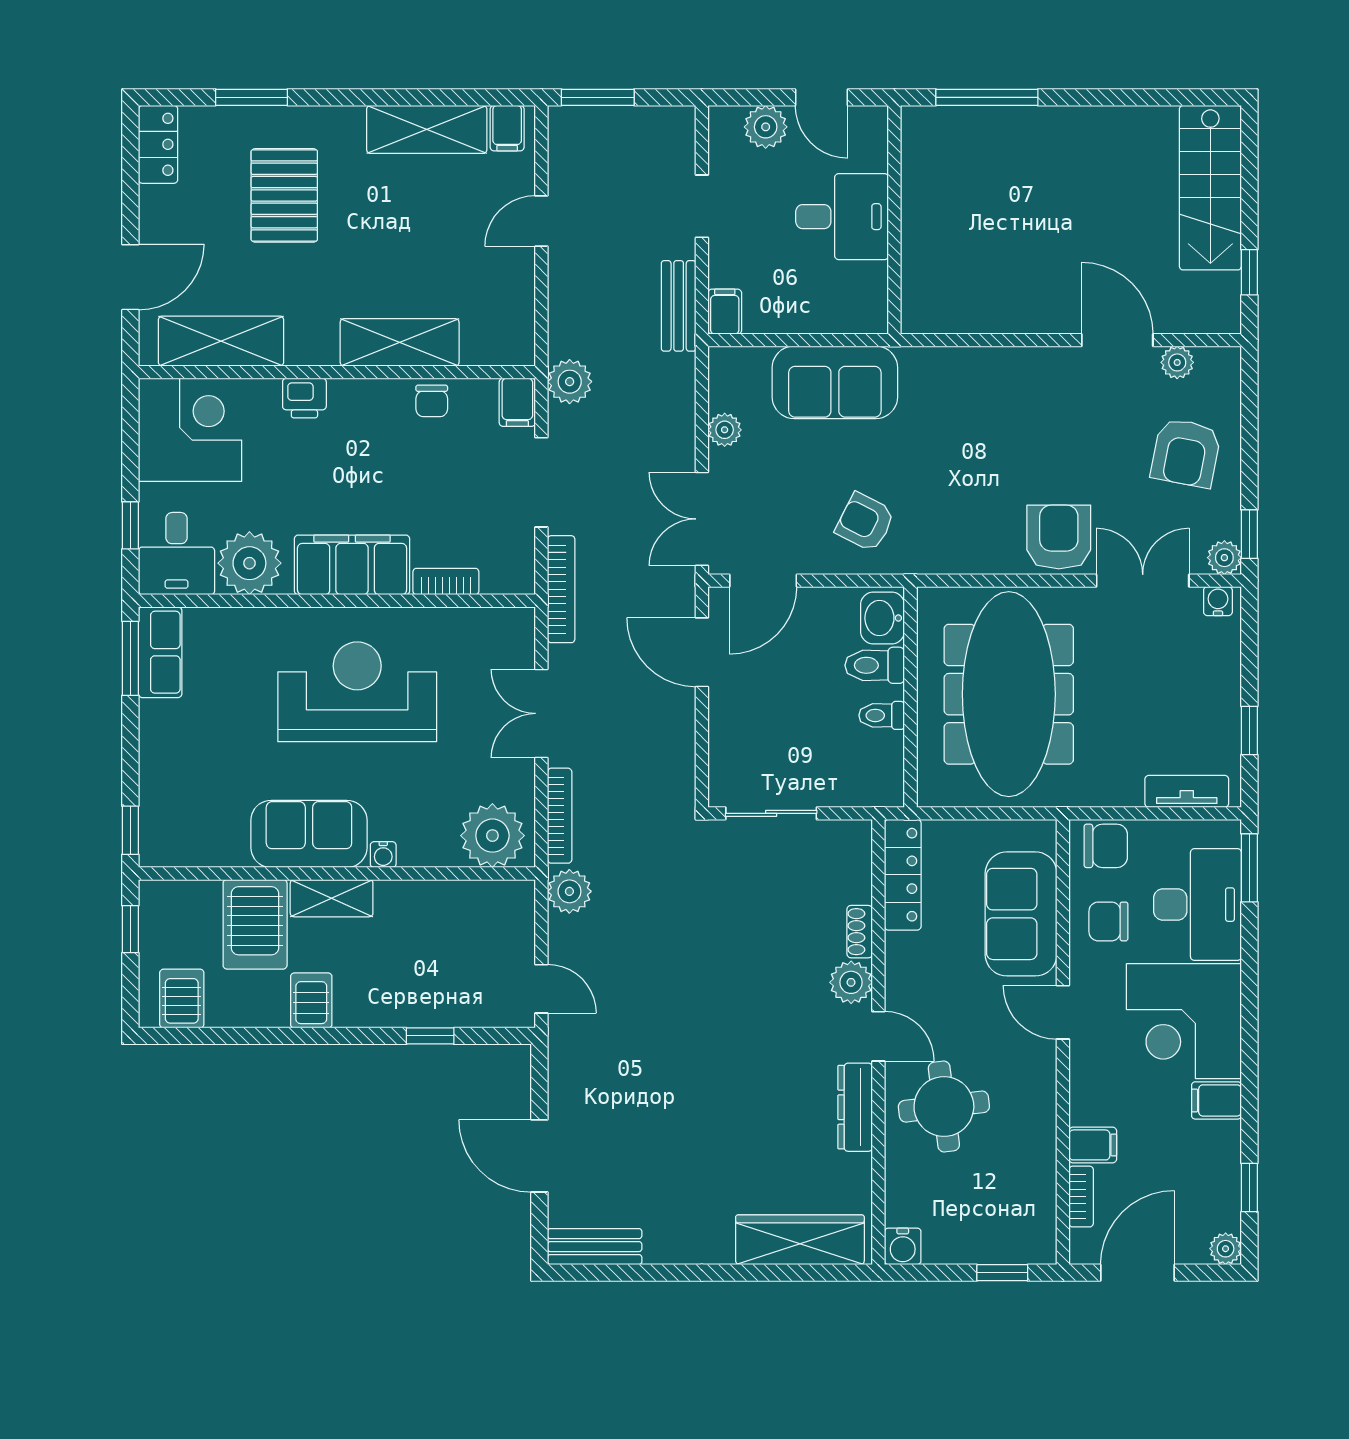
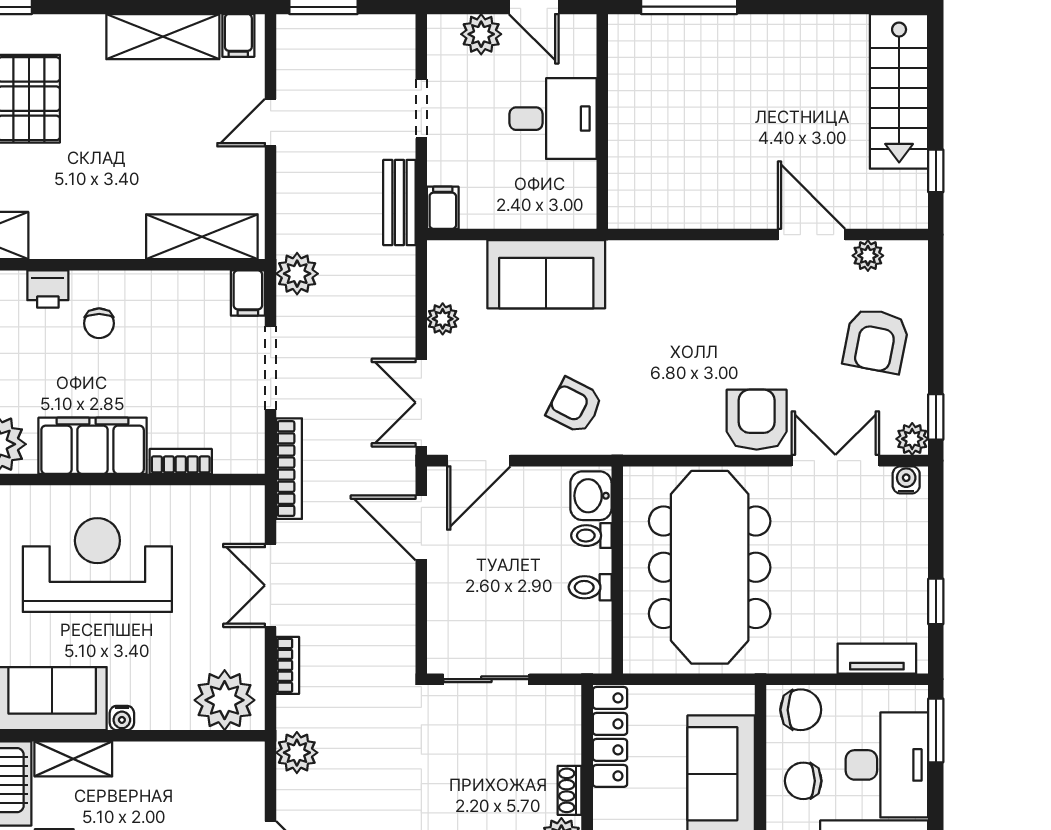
shelving: (400, 342) -> (202, 237), moved
chair: (432, 401) -> (99, 323), moved
toilet: (875, 665) -> (591, 536), width x0.73, depth x0.72
bookcase: (560, 816) -> (288, 665), width x0.64

